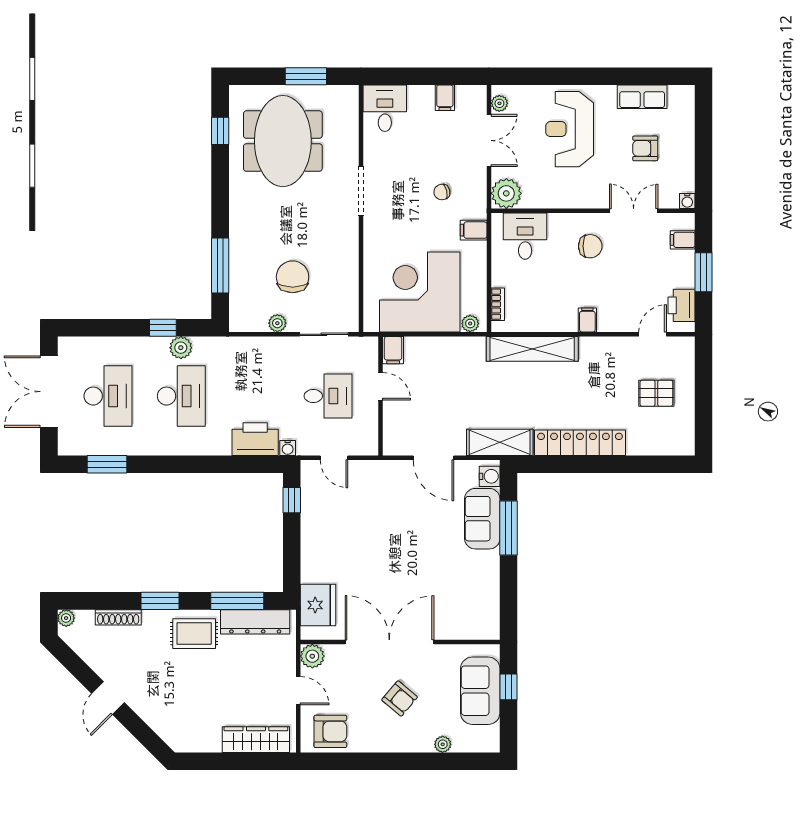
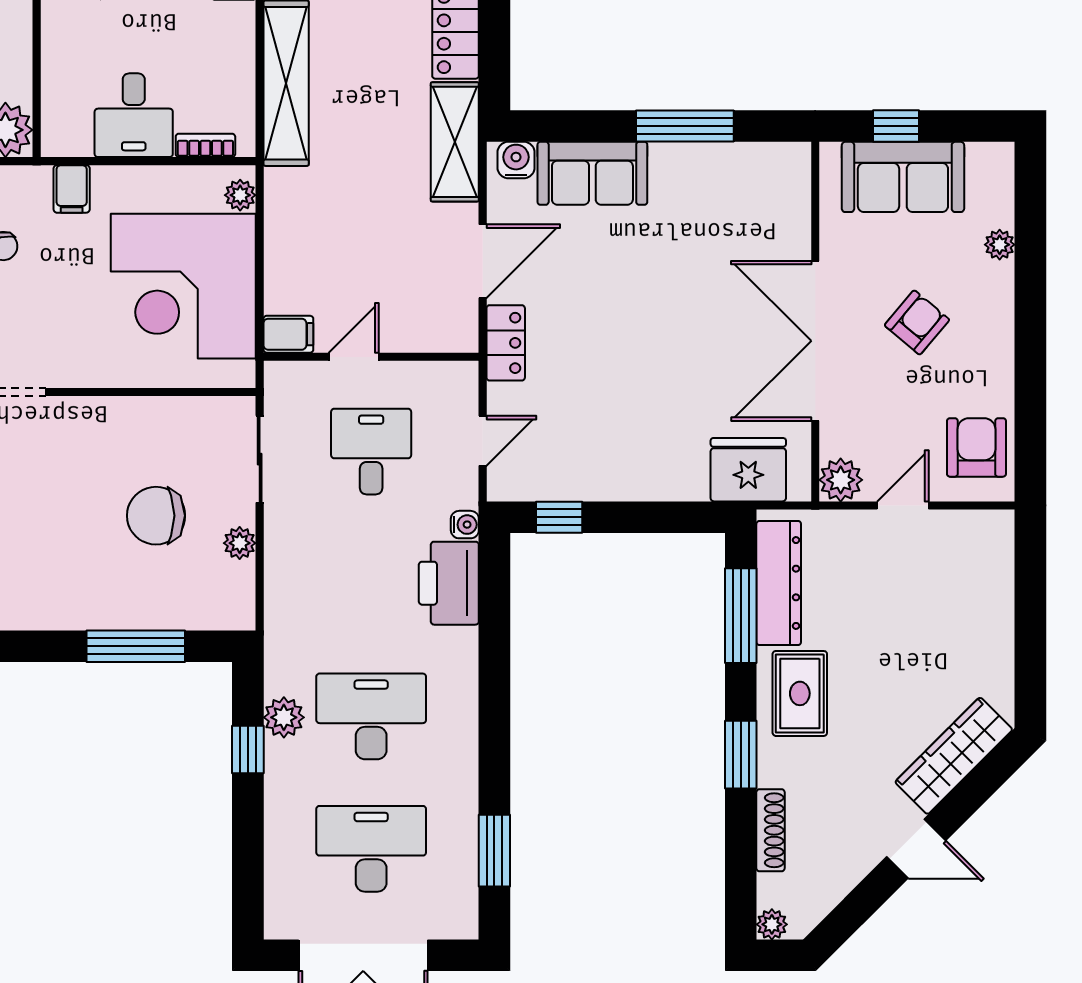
desk: (525, 236) -> (134, 115), moved, turned -90
locker: (388, 471) -> (506, 343), added
window: (508, 528) -> (685, 126), moved
wardrobe: (256, 740) -> (954, 756), moved, turned 45

